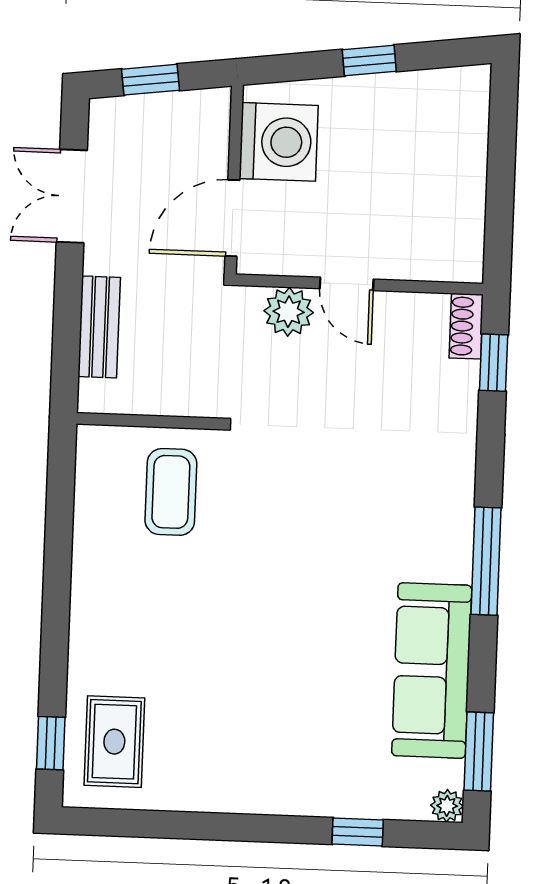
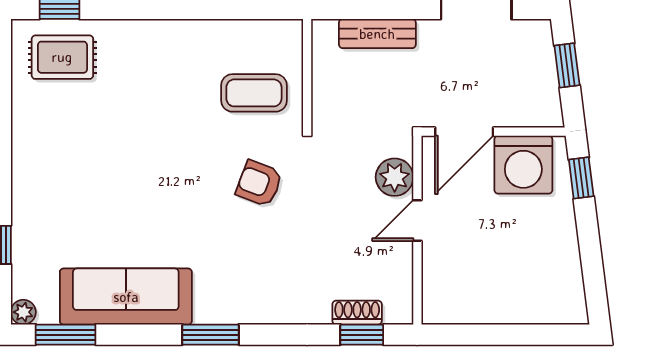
window: (369, 61) -> (581, 178), moved
door: (232, 218) -> (464, 132), swing flipped
shoe rack: (466, 326) -> (357, 313), moved
armchair: (290, 490) -> (259, 183), added
window: (486, 561) -> (211, 335), width x0.69

